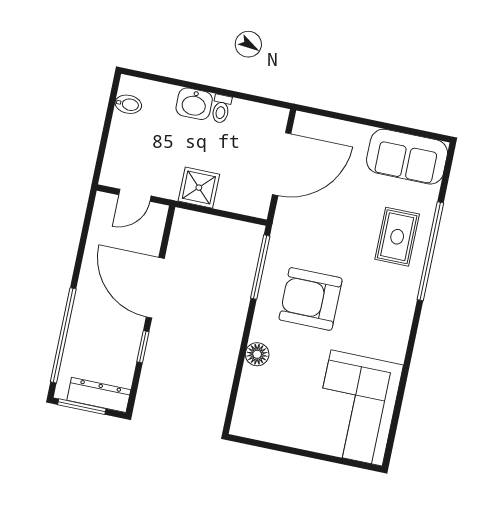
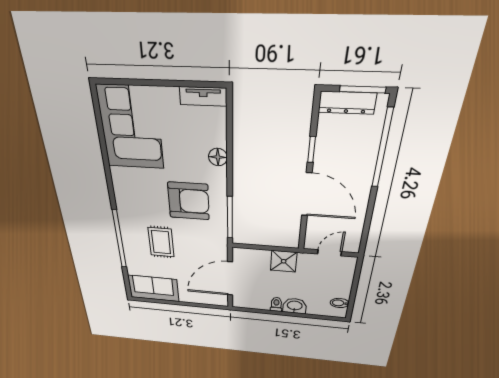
rug: (397, 237) -> (161, 242), moved
tv unit: (257, 429) -> (203, 96), added

